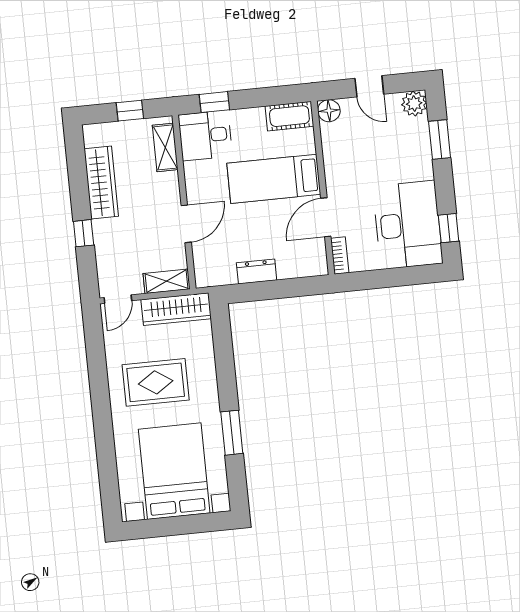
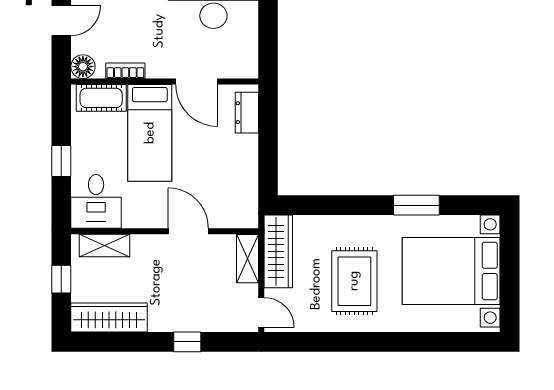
window: (214, 102) -> (61, 161), moved
cot: (289, 116) -> (101, 98), moved, turned 90
wardrobe: (101, 182) -> (109, 317), moved
bookcase: (340, 256) -> (125, 71), moved
dresser: (257, 271) -> (247, 113), moved

